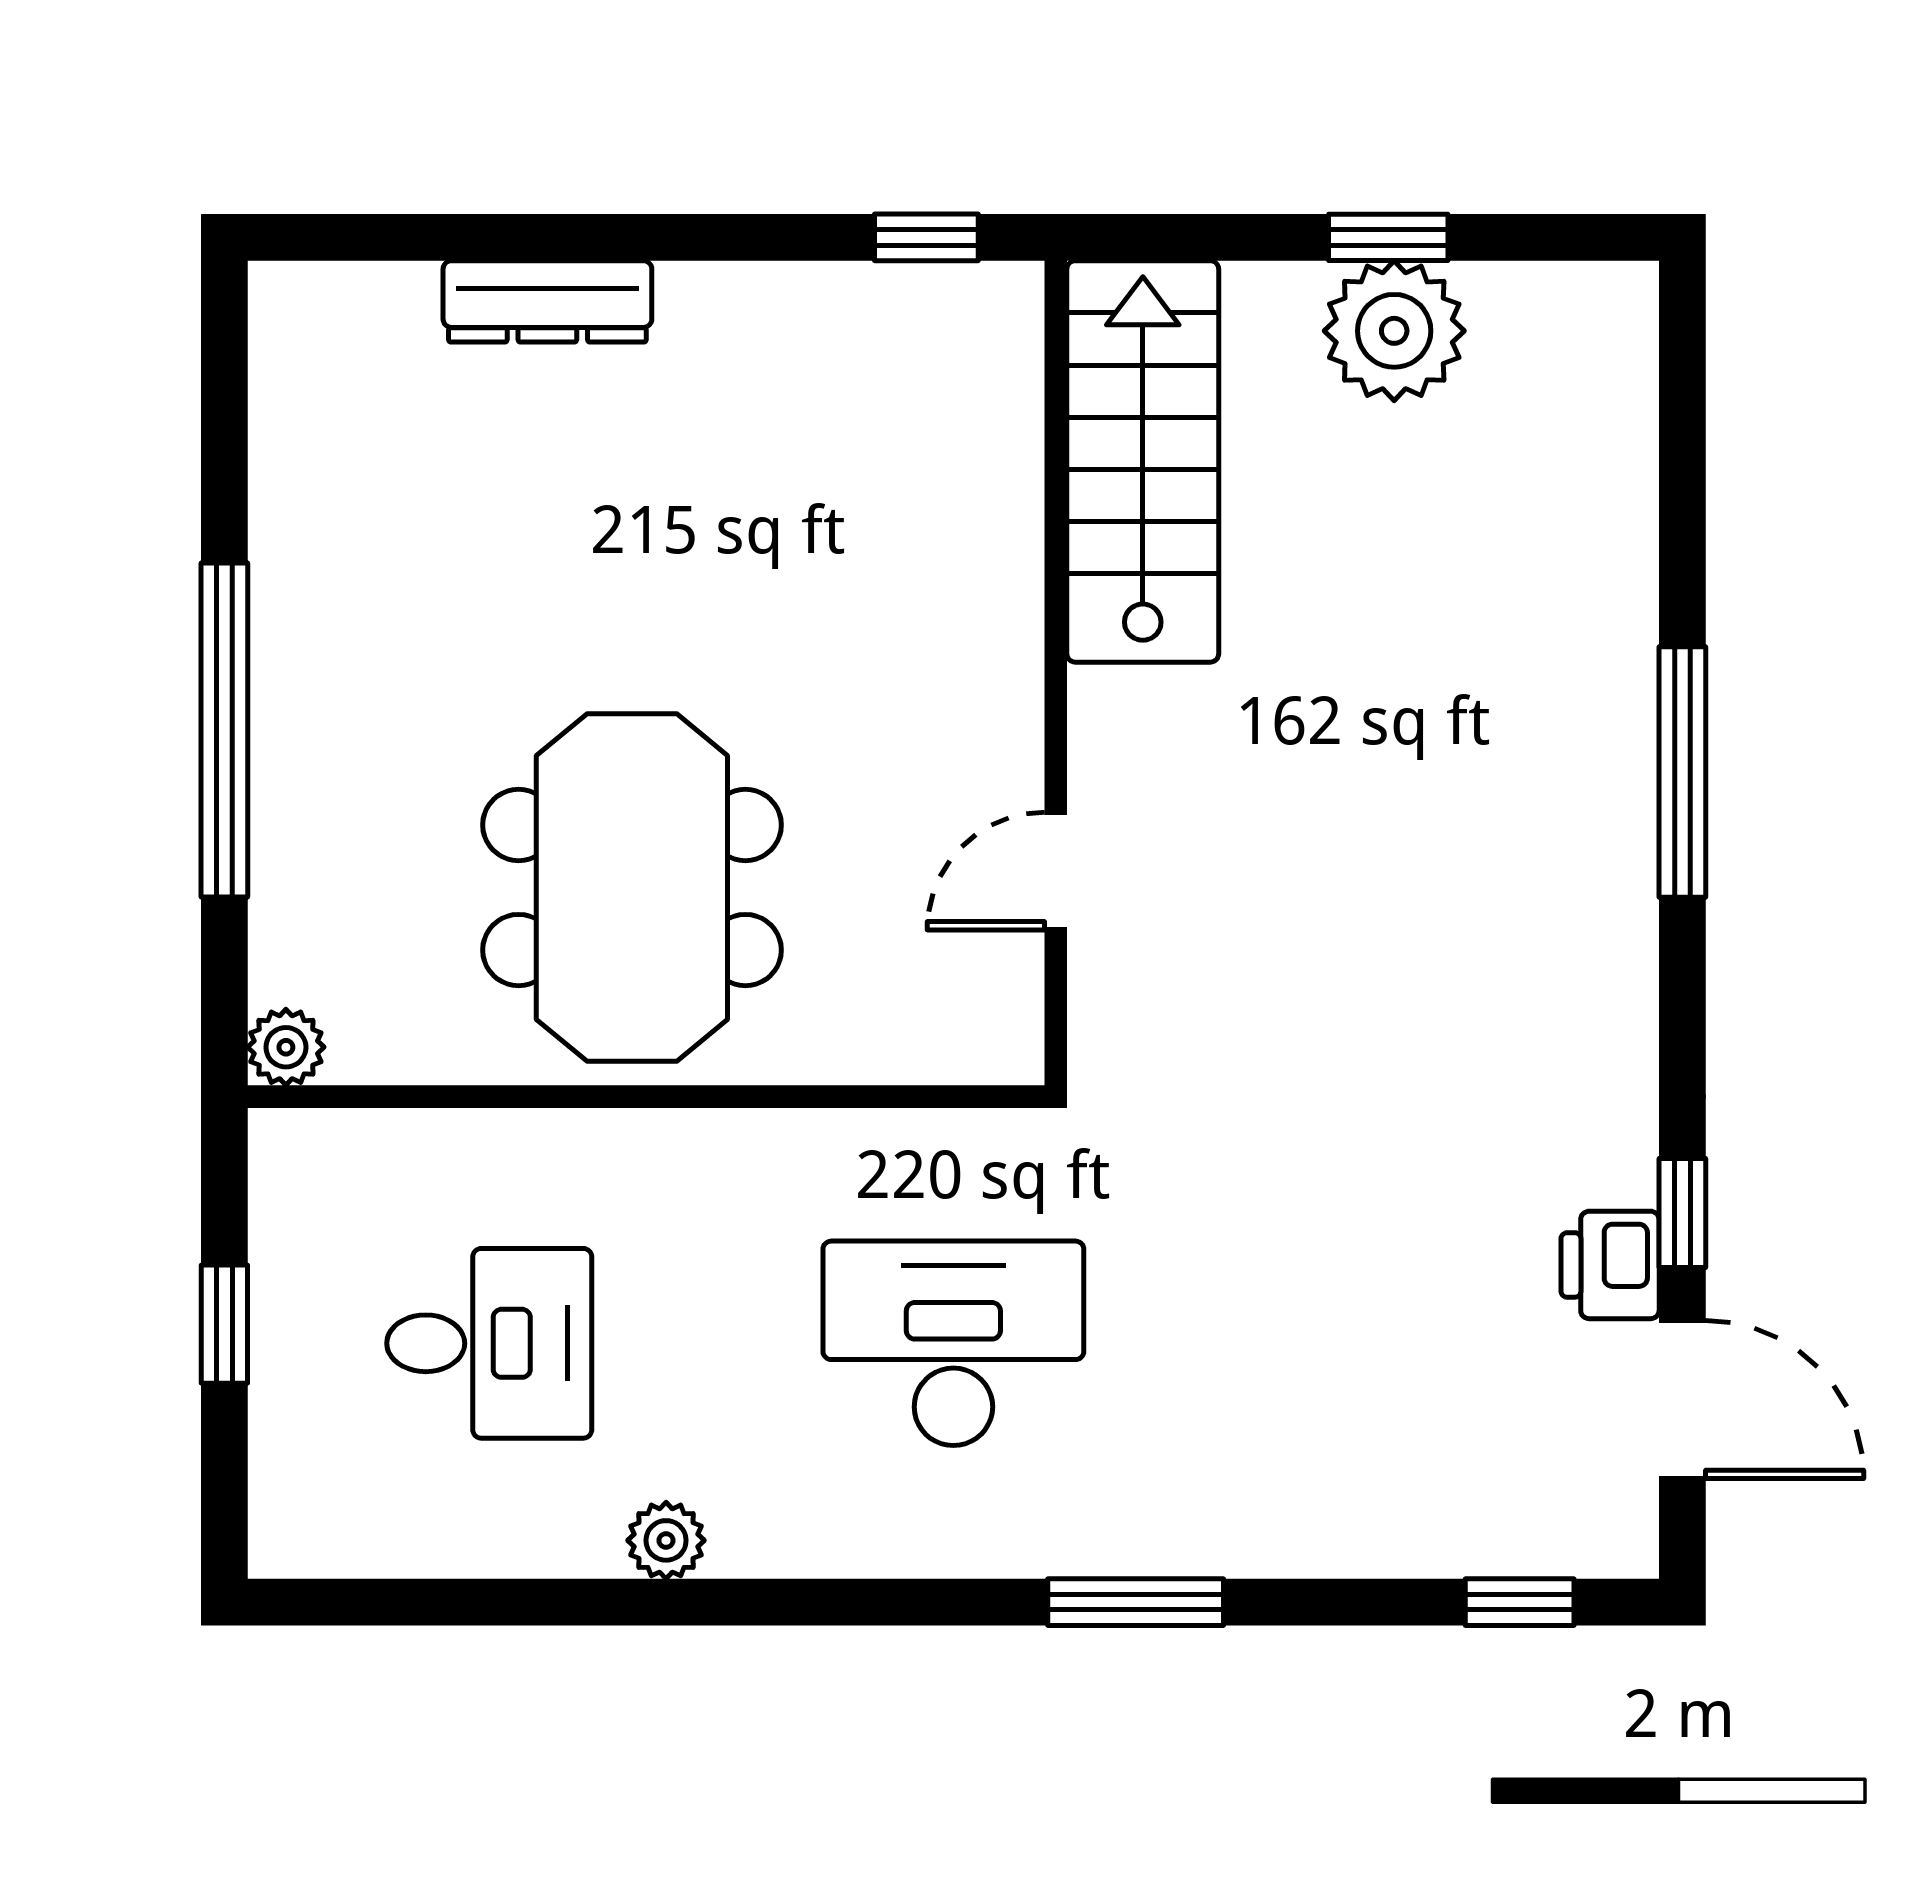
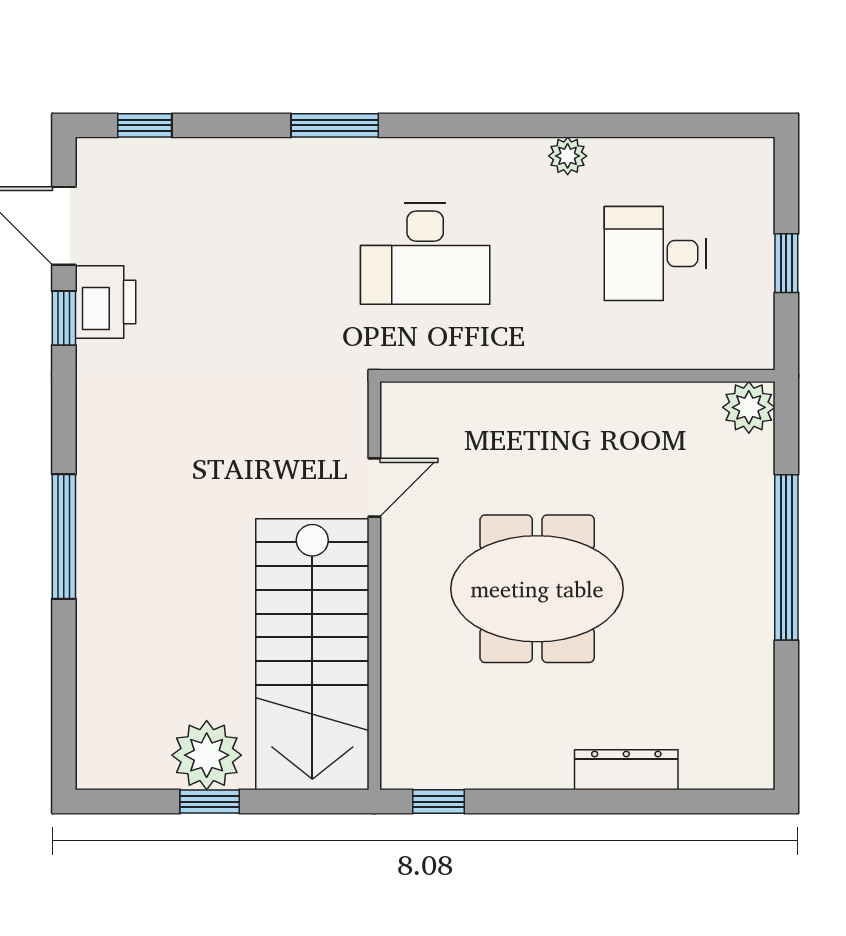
stairs: (1143, 461) -> (312, 654), width x1.36, depth x1.51
meeting table: (632, 888) -> (537, 589), moved, turned 90
plant: (286, 1047) -> (749, 407), width x1.38, depth x1.38
printer: (1610, 1265) -> (106, 302), width x1.36, depth x1.24

